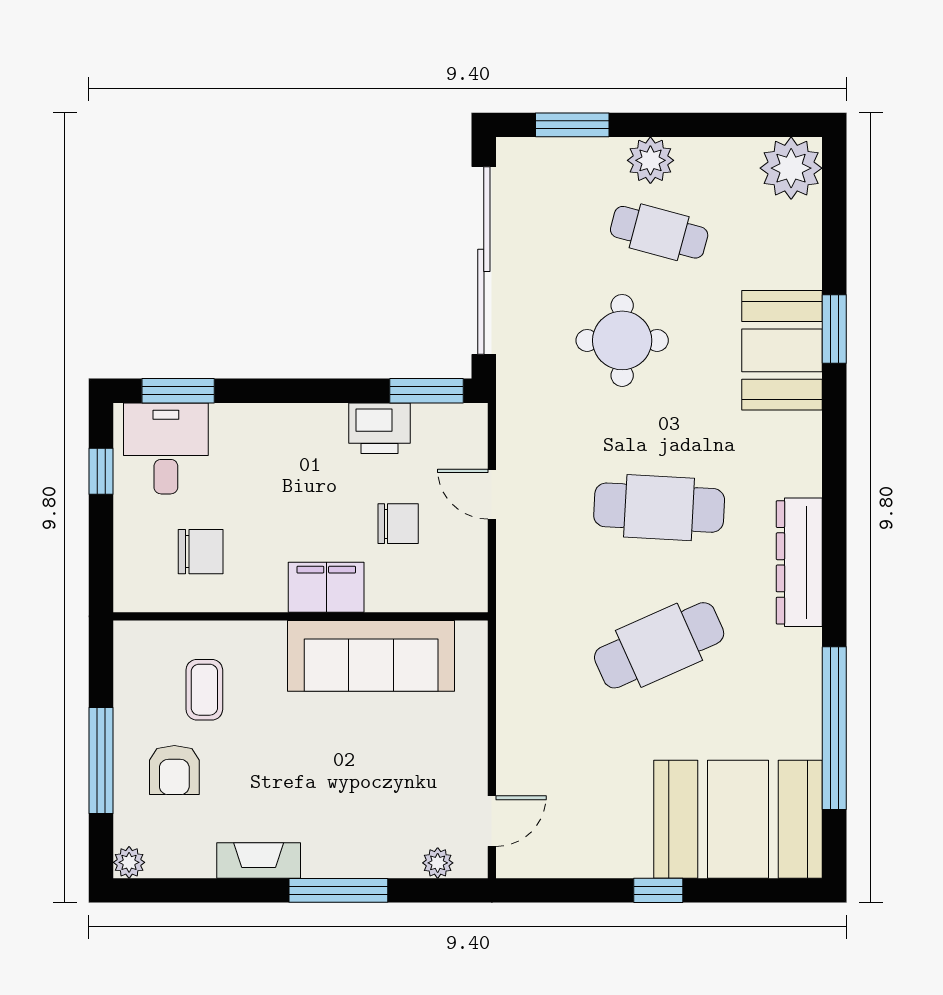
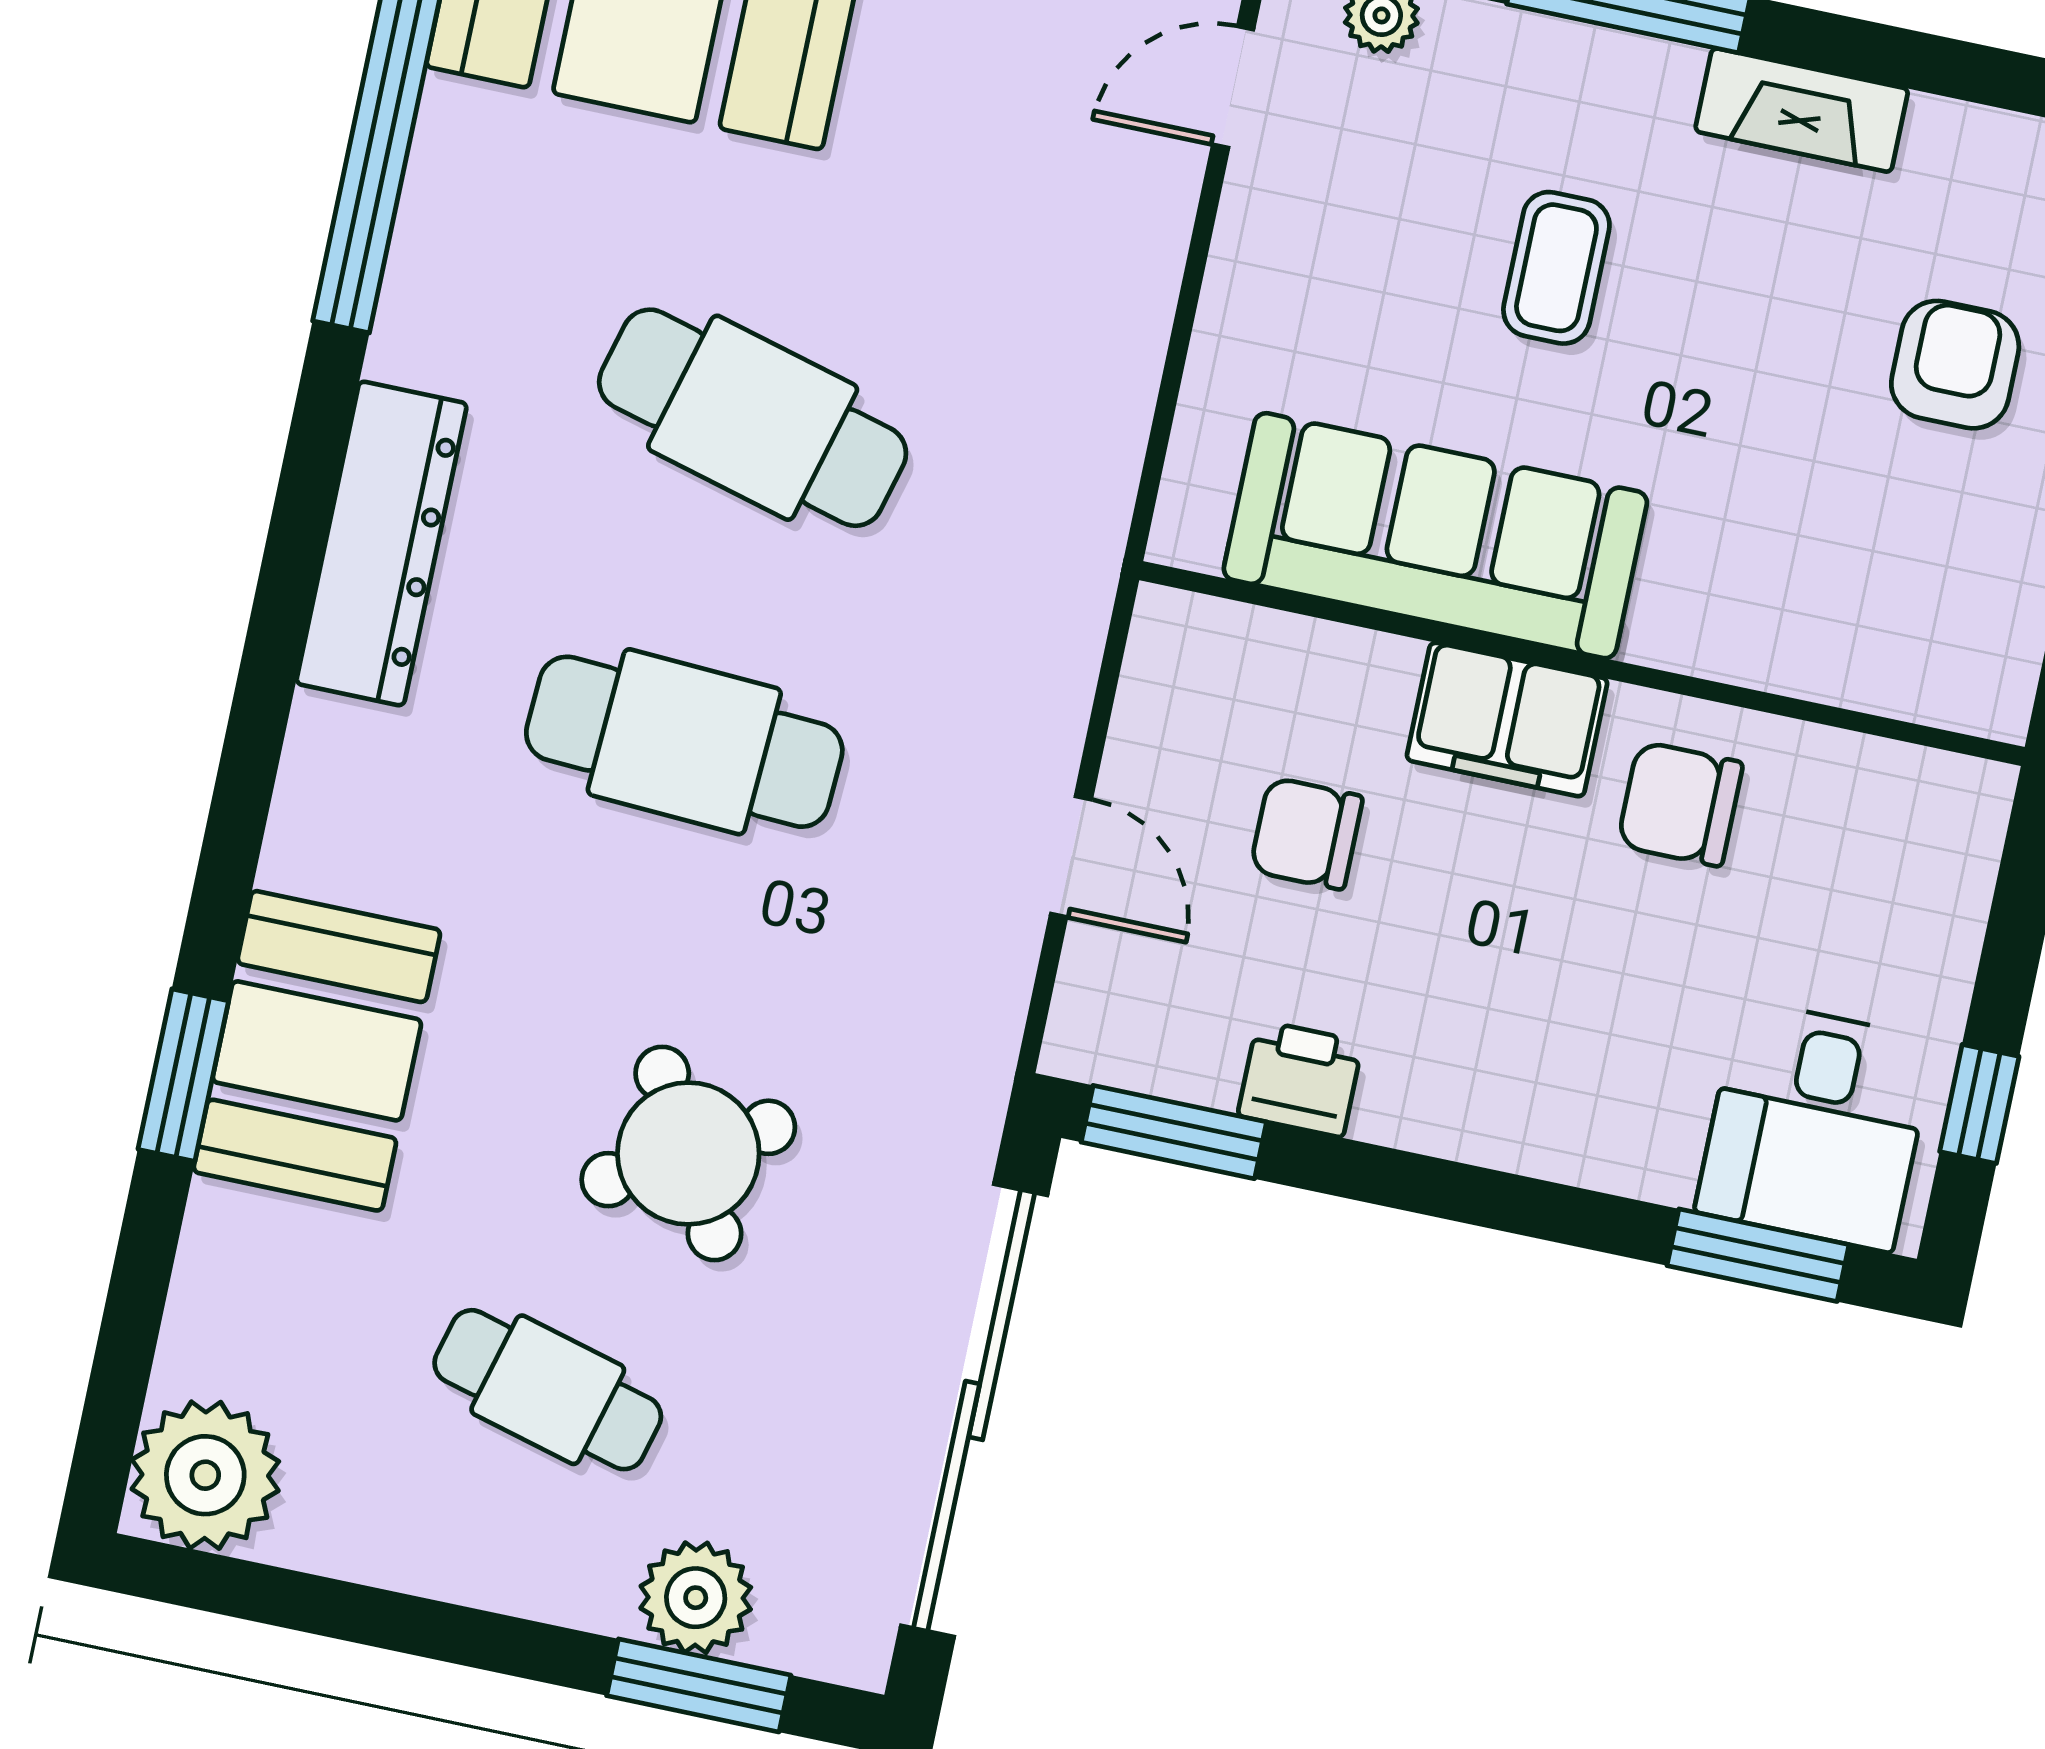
plant: (650, 160) -> (696, 1598), moved
round table: (622, 340) -> (688, 1153), turned -30
printer: (380, 428) -> (1300, 1079), width x0.73, depth x0.81
chair: (201, 552) -> (1680, 804), moved
cafe table: (659, 645) -> (753, 418), turned 39
coffee table: (204, 690) -> (1556, 268), moved

